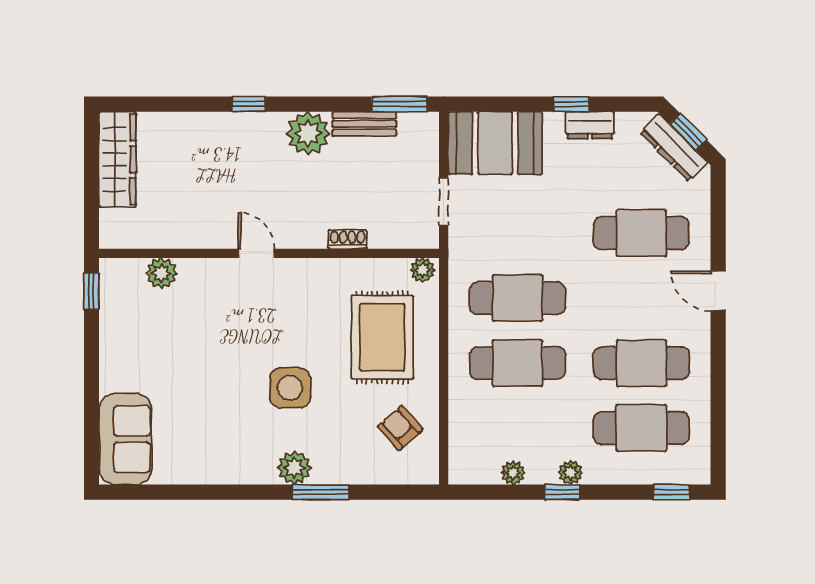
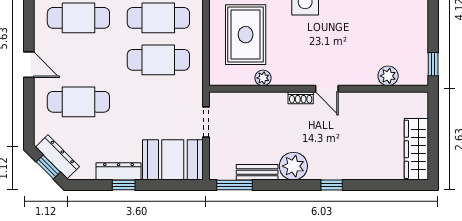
dresser: (590, 125) -> (119, 171), width x1.44
shoe rack: (348, 239) -> (301, 98), moved
plant: (422, 270) -> (263, 78), moved

